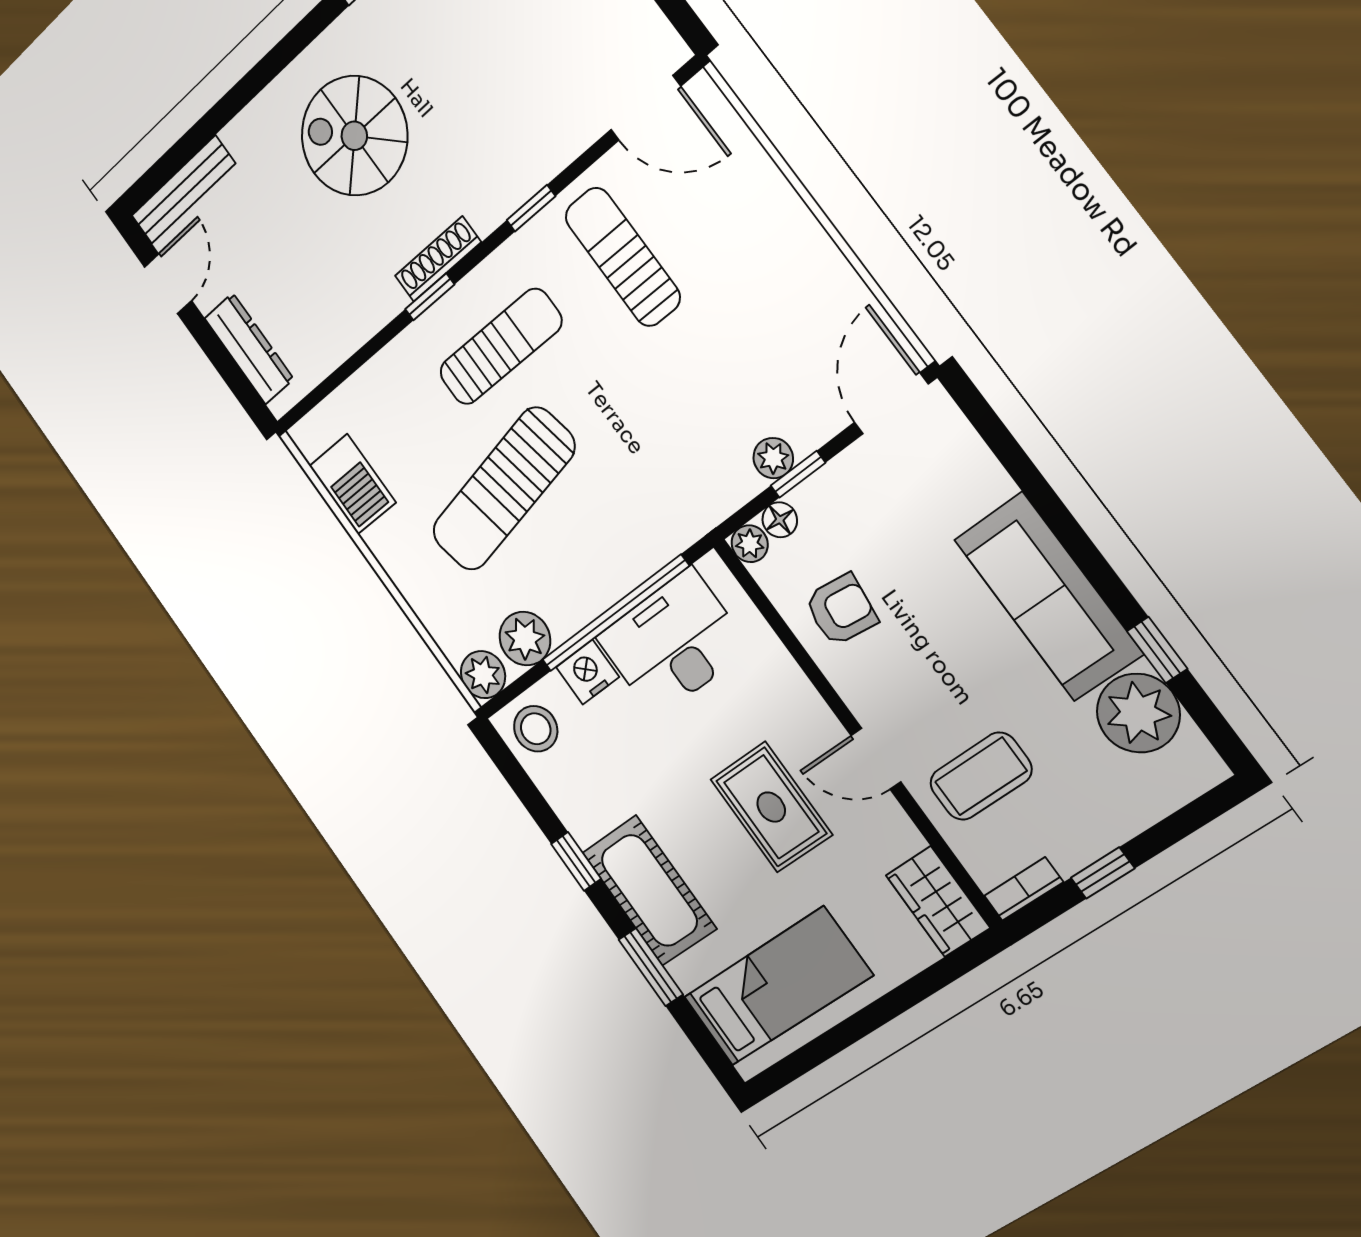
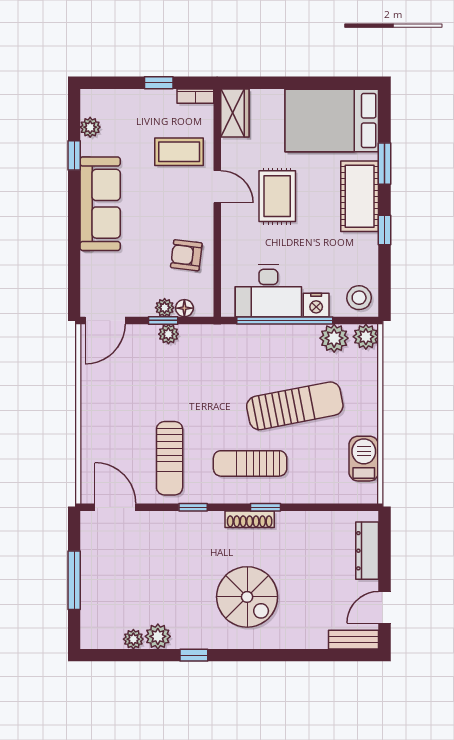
bench: (183, 190) -> (354, 640), width x0.73
plant: (750, 544) -> (165, 308), moved
plant: (1138, 713) -> (90, 127), width x0.53, depth x0.53
bed: (778, 986) -> (332, 121), width x1.50

